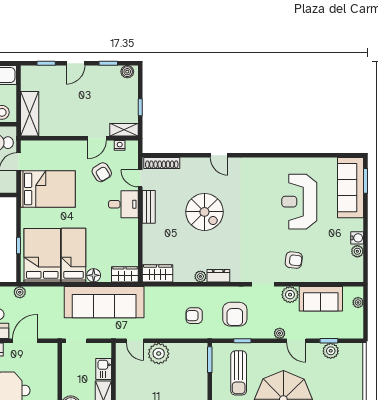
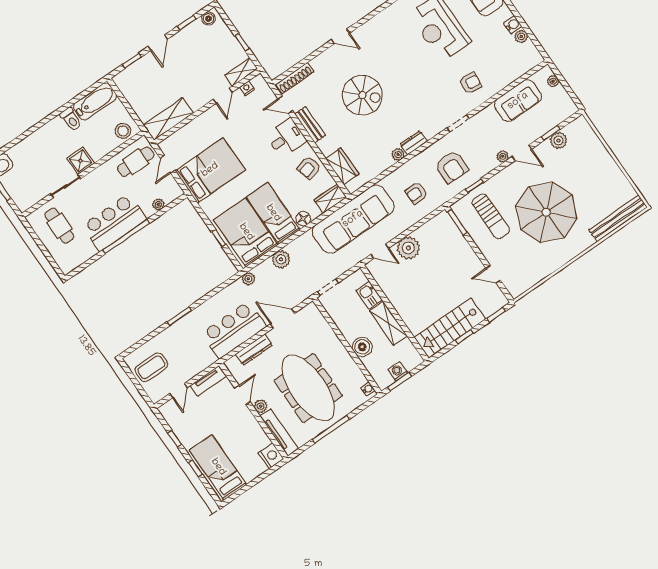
shelving: (30, 114) -> (168, 119), moved, turned 90
armchair: (102, 172) -> (309, 168), moved, turned 108
wardrobe: (158, 273) -> (342, 166), moved, turned 90
plant: (290, 295) -> (281, 259), moved
sofa: (104, 302) -> (353, 219), moved
door: (25, 341) -> (283, 318), hinge flipped

